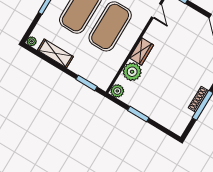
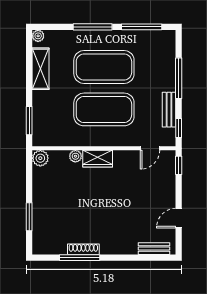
plant: (132, 72) -> (75, 156), width x0.53, depth x0.53
window: (138, 114) -> (29, 217), moved

